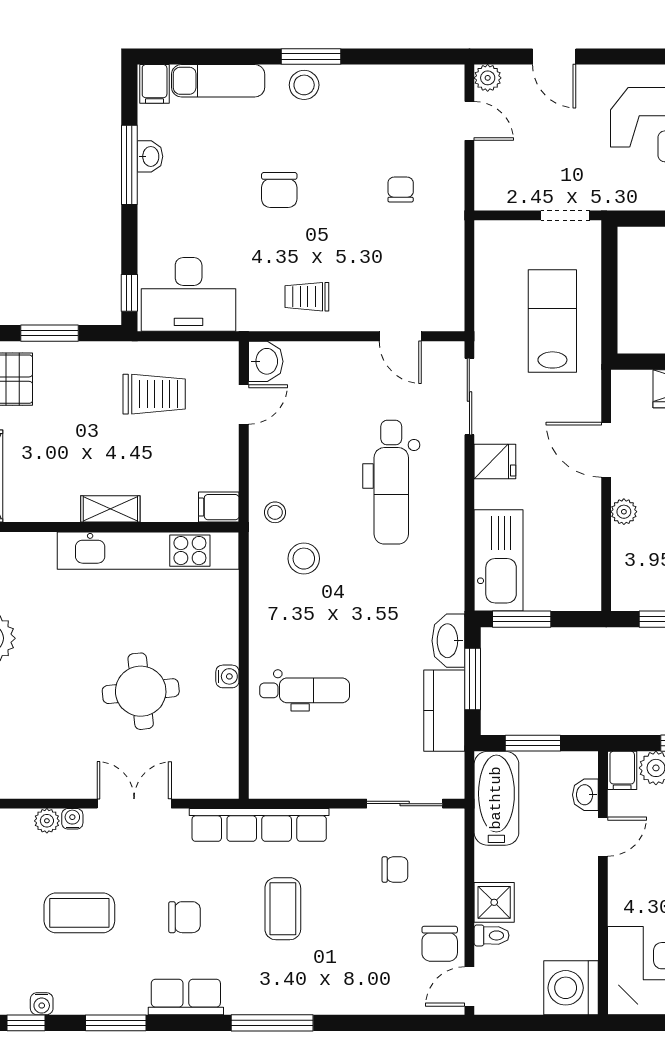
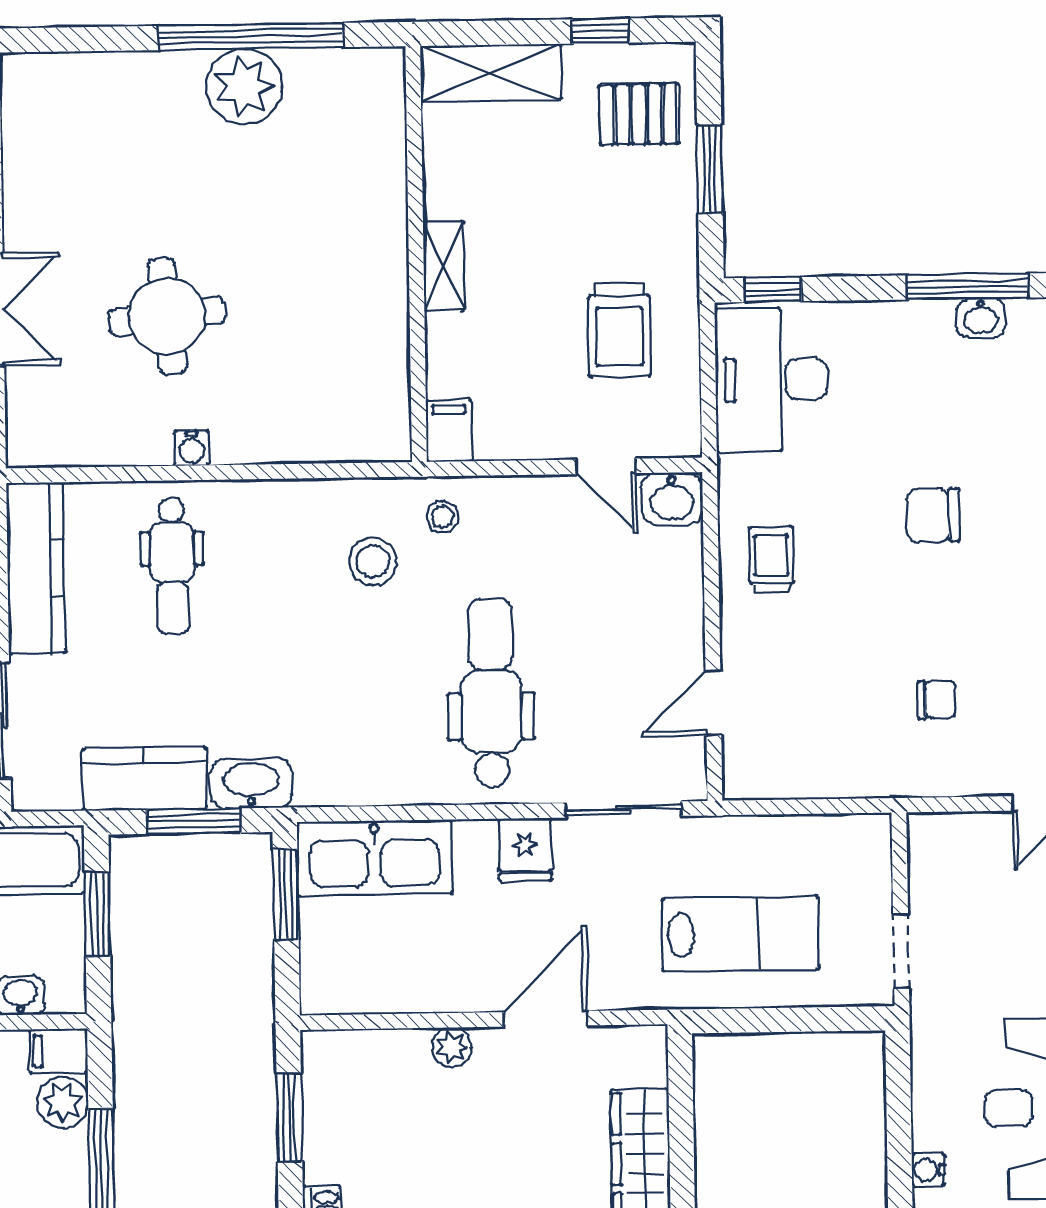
dental chair: (391, 482) -> (491, 693), turned 90
kitchen unit: (148, 551) -> (381, 324), removed
kitchen counter: (305, 780) -> (36, 568), added

